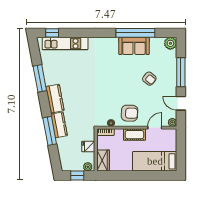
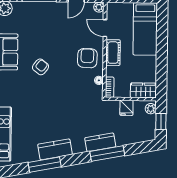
armchair: (149, 79) -> (40, 67), moved
kitchen counter: (55, 99) -> (55, 149), moved

